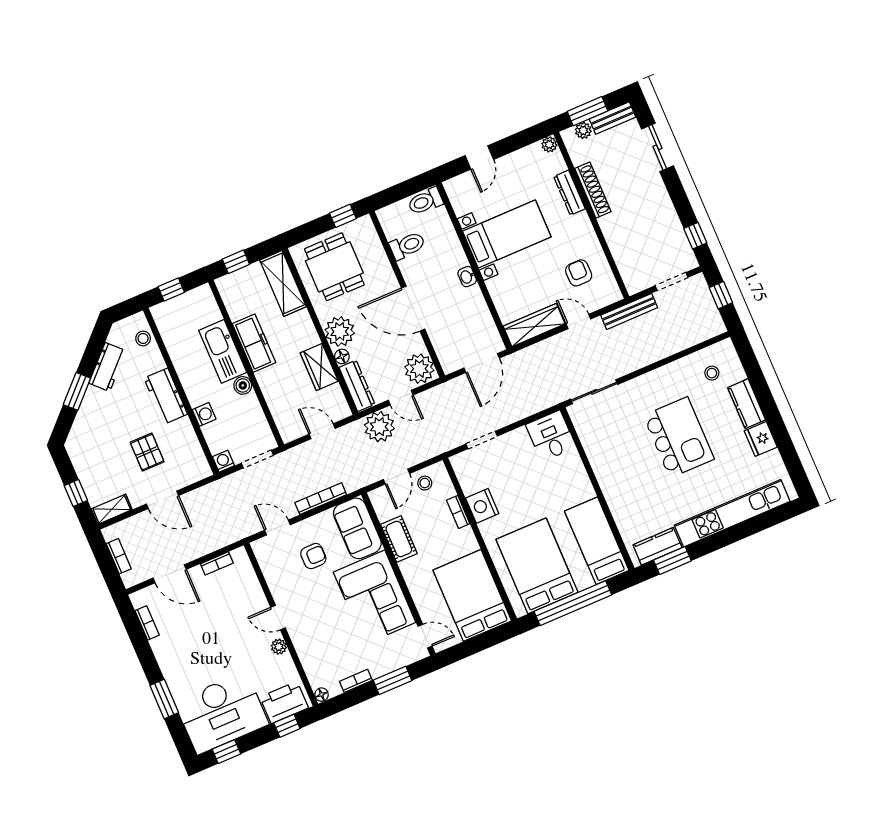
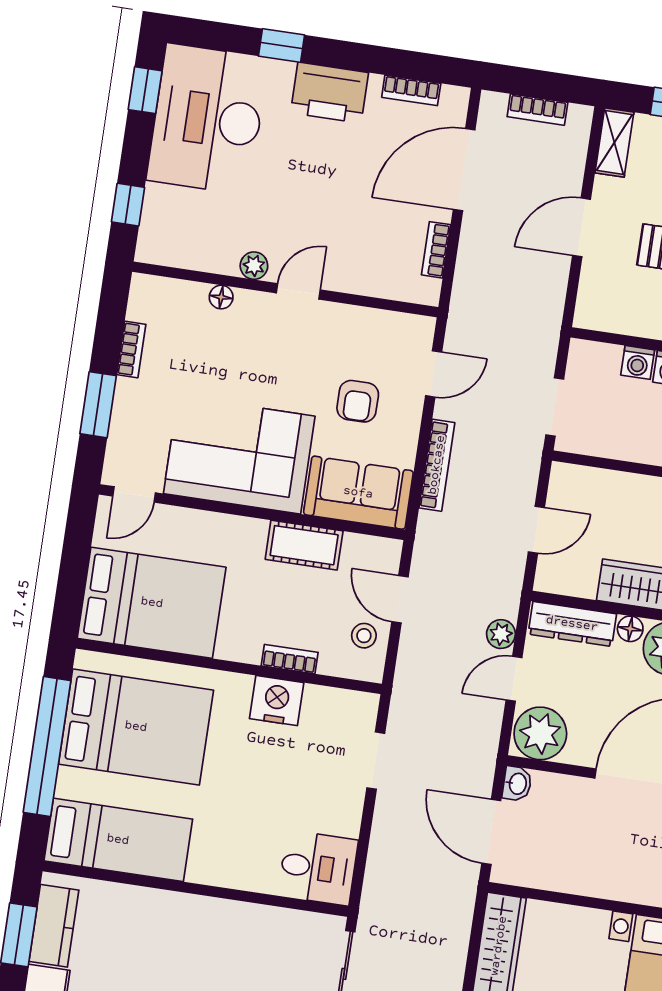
washbasin: (467, 277) -> (517, 784), moved, turned 90
plant: (379, 427) -> (501, 634), width x0.53, depth x0.53
washing machine: (223, 461) -> (638, 362), moved, turned 90
door: (170, 574) -> (464, 170), width x1.36
floor lamp: (321, 695) -> (221, 297), moved
window: (164, 699) -> (281, 46), width x0.67
printer: (284, 702) -> (330, 93), moved, turned 90

